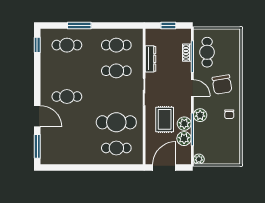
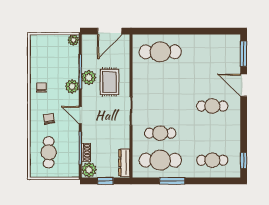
window: (79, 25) -> (172, 181), moved
cafe table: (116, 45) -> (160, 160), width x1.37, depth x1.35
cafe table: (207, 52) -> (49, 152), moved
dresser: (151, 59) -> (124, 163), moved
chair: (222, 85) -> (49, 119), width x0.54, depth x0.54
cafe table: (116, 122) -> (160, 79), removed
plant: (184, 139) -> (89, 170), moved
cafe table: (116, 148) -> (160, 52), width x1.37, depth x1.35

